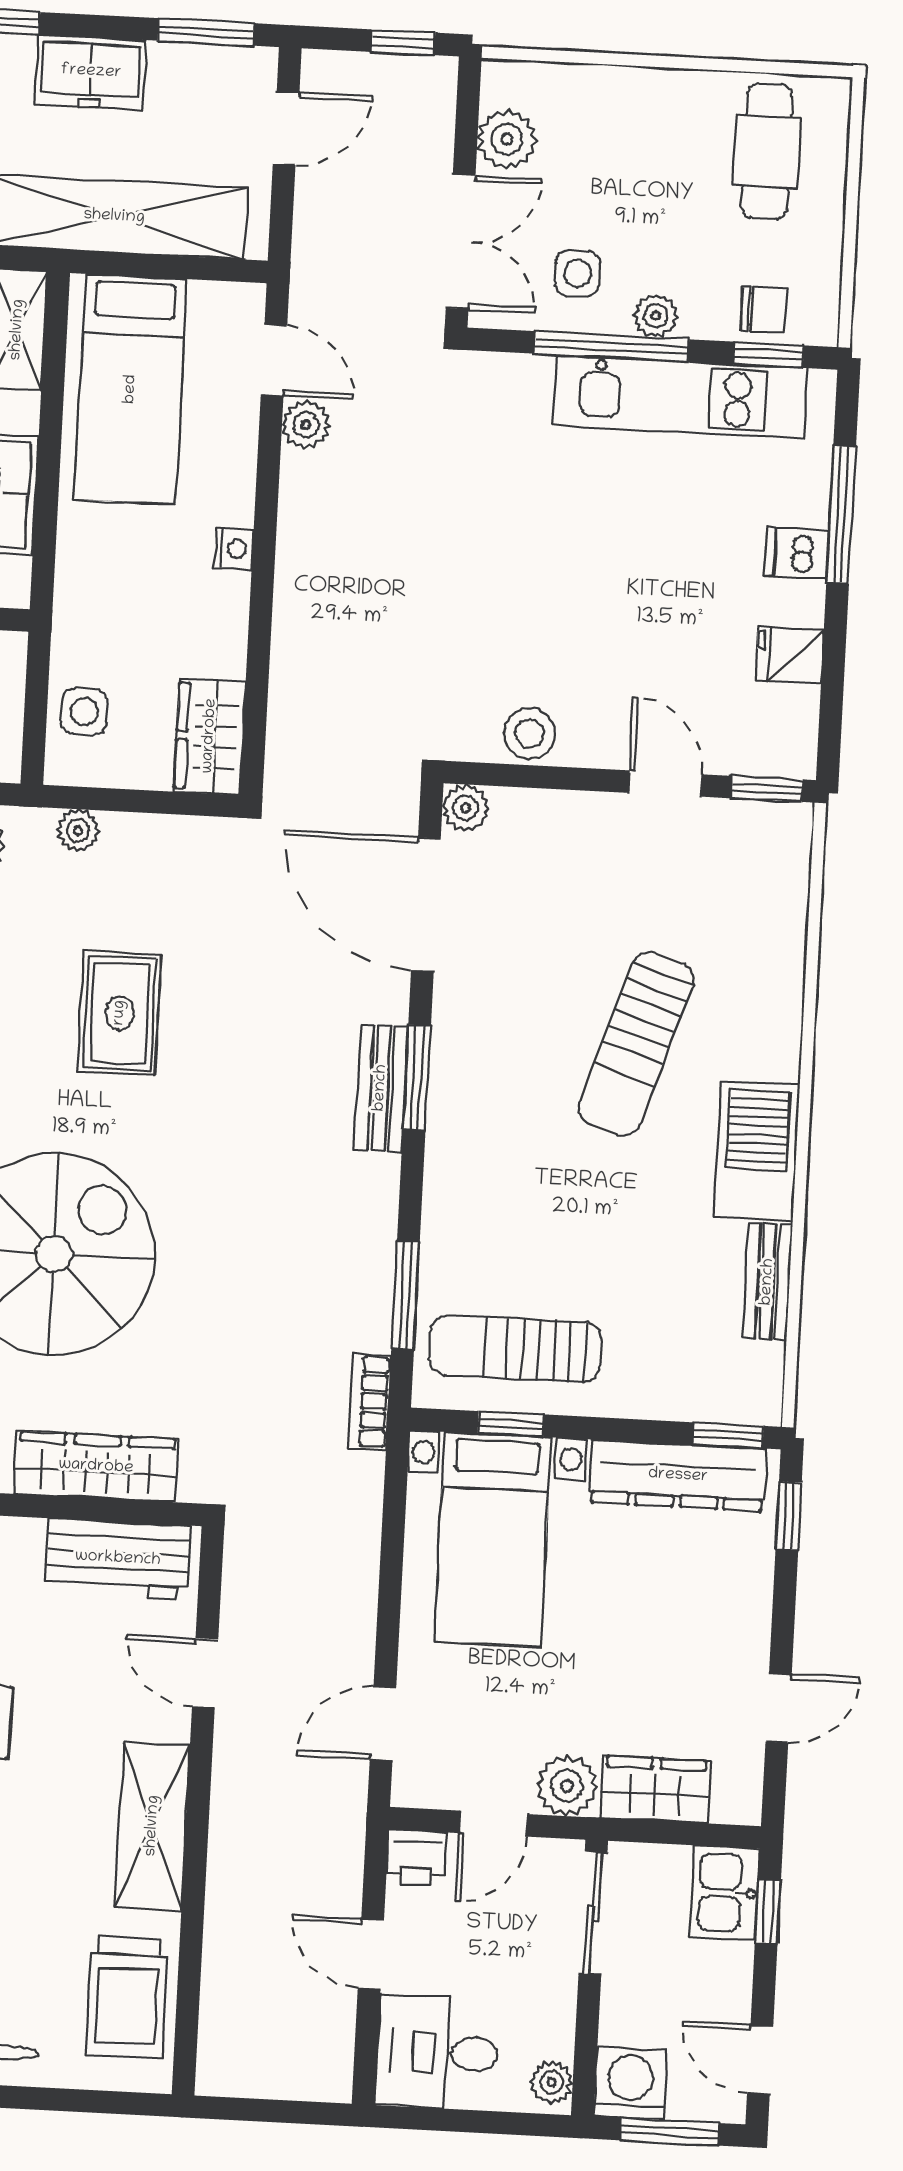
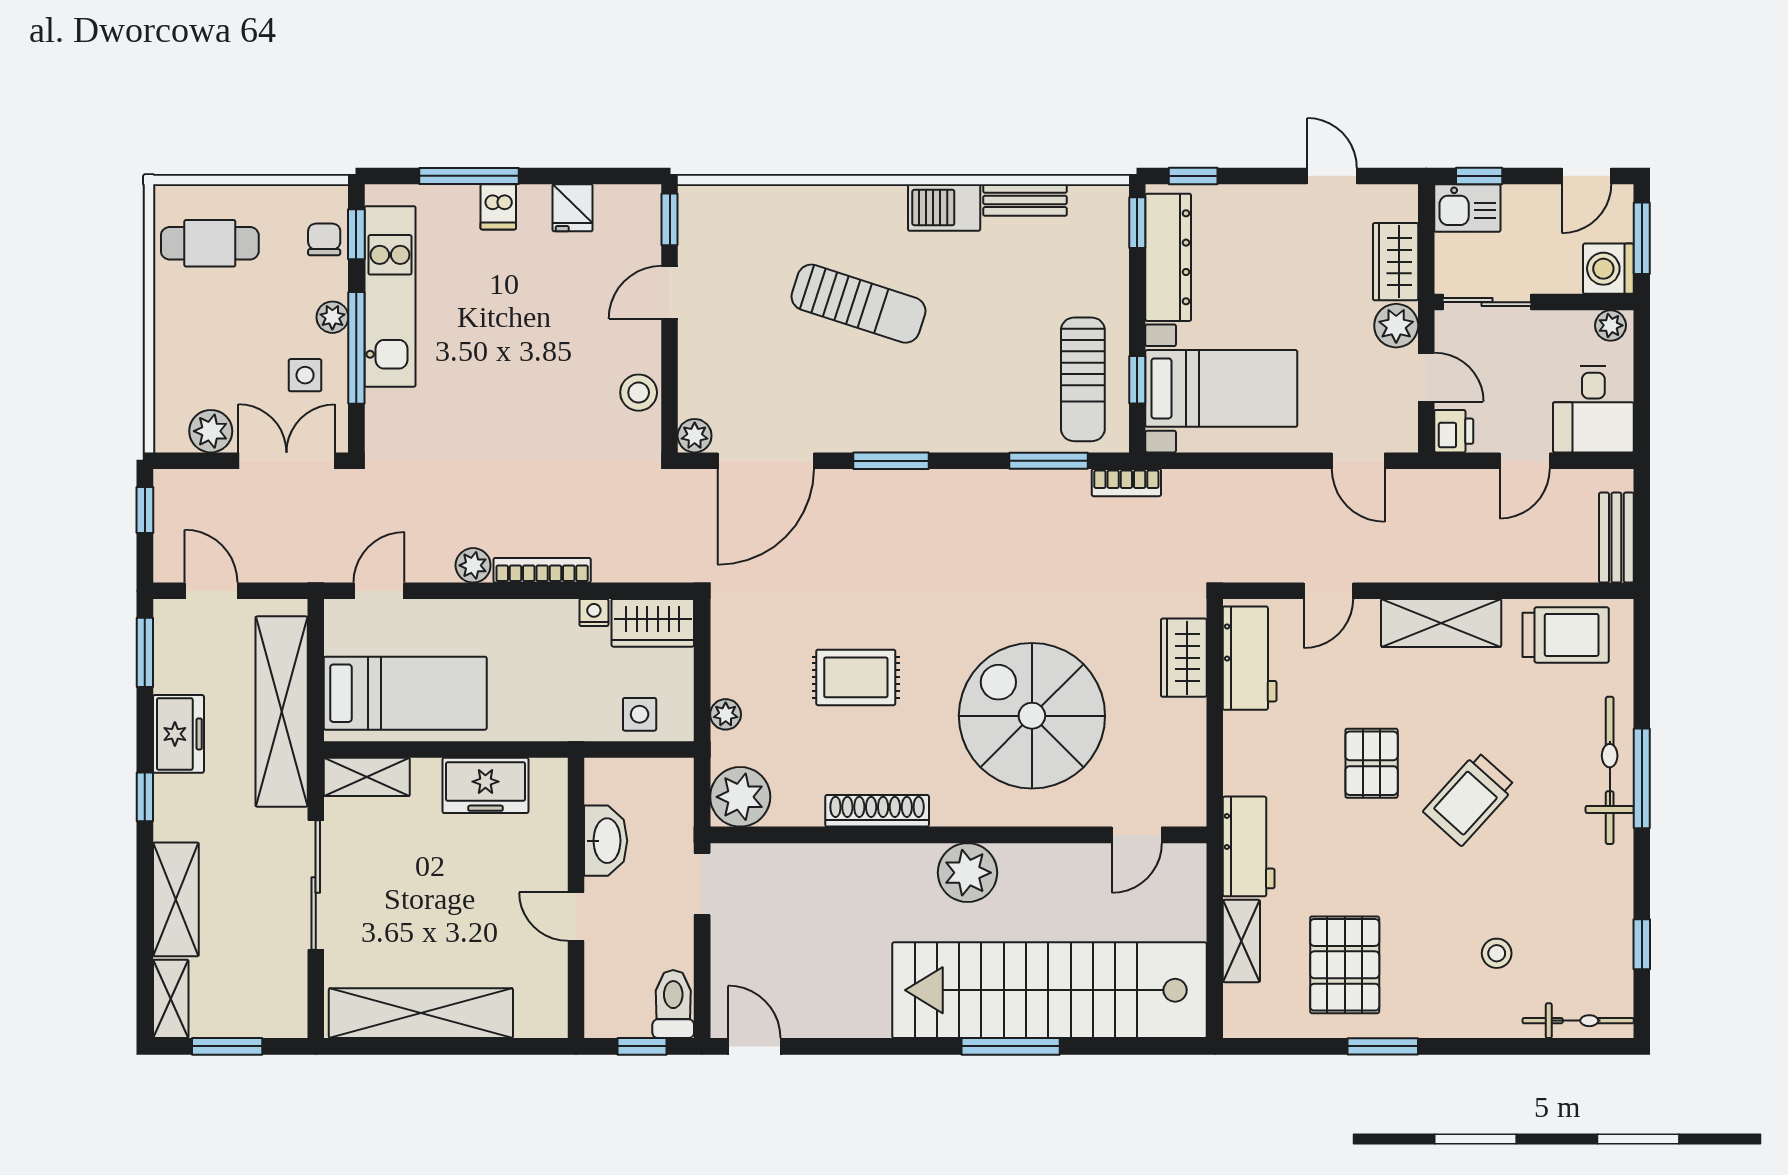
plant: (306, 425) -> (473, 565), moved
nightstand: (234, 549) -> (594, 613), moved
bookcase: (291, 587) -> (542, 570), added
bench: (381, 1088) -> (1616, 538), moved, turned 90
barbecue: (757, 1151) -> (944, 208), width x0.73, depth x0.83
wardrobe: (96, 1467) -> (1184, 658), width x0.67

